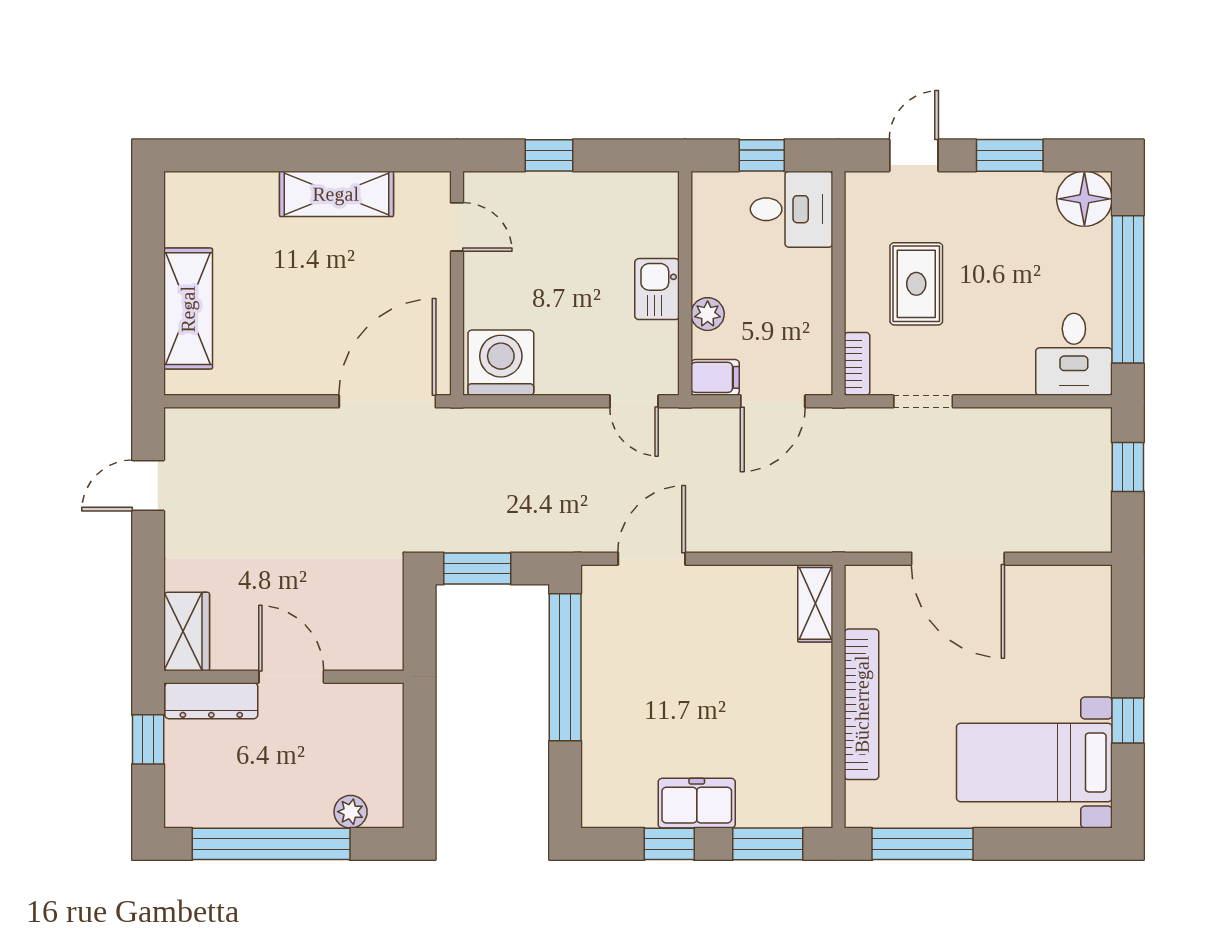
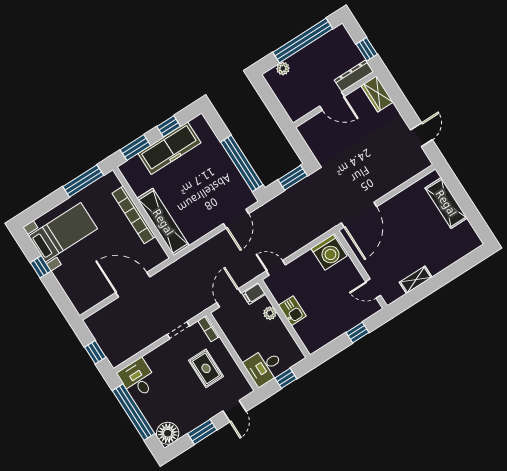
shelving: (336, 194) -> (416, 280), width x0.67, depth x0.75
shelving: (815, 603) -> (163, 222), width x2.20, depth x1.33
freezer: (697, 803) -> (169, 148), width x1.91, depth x1.26

